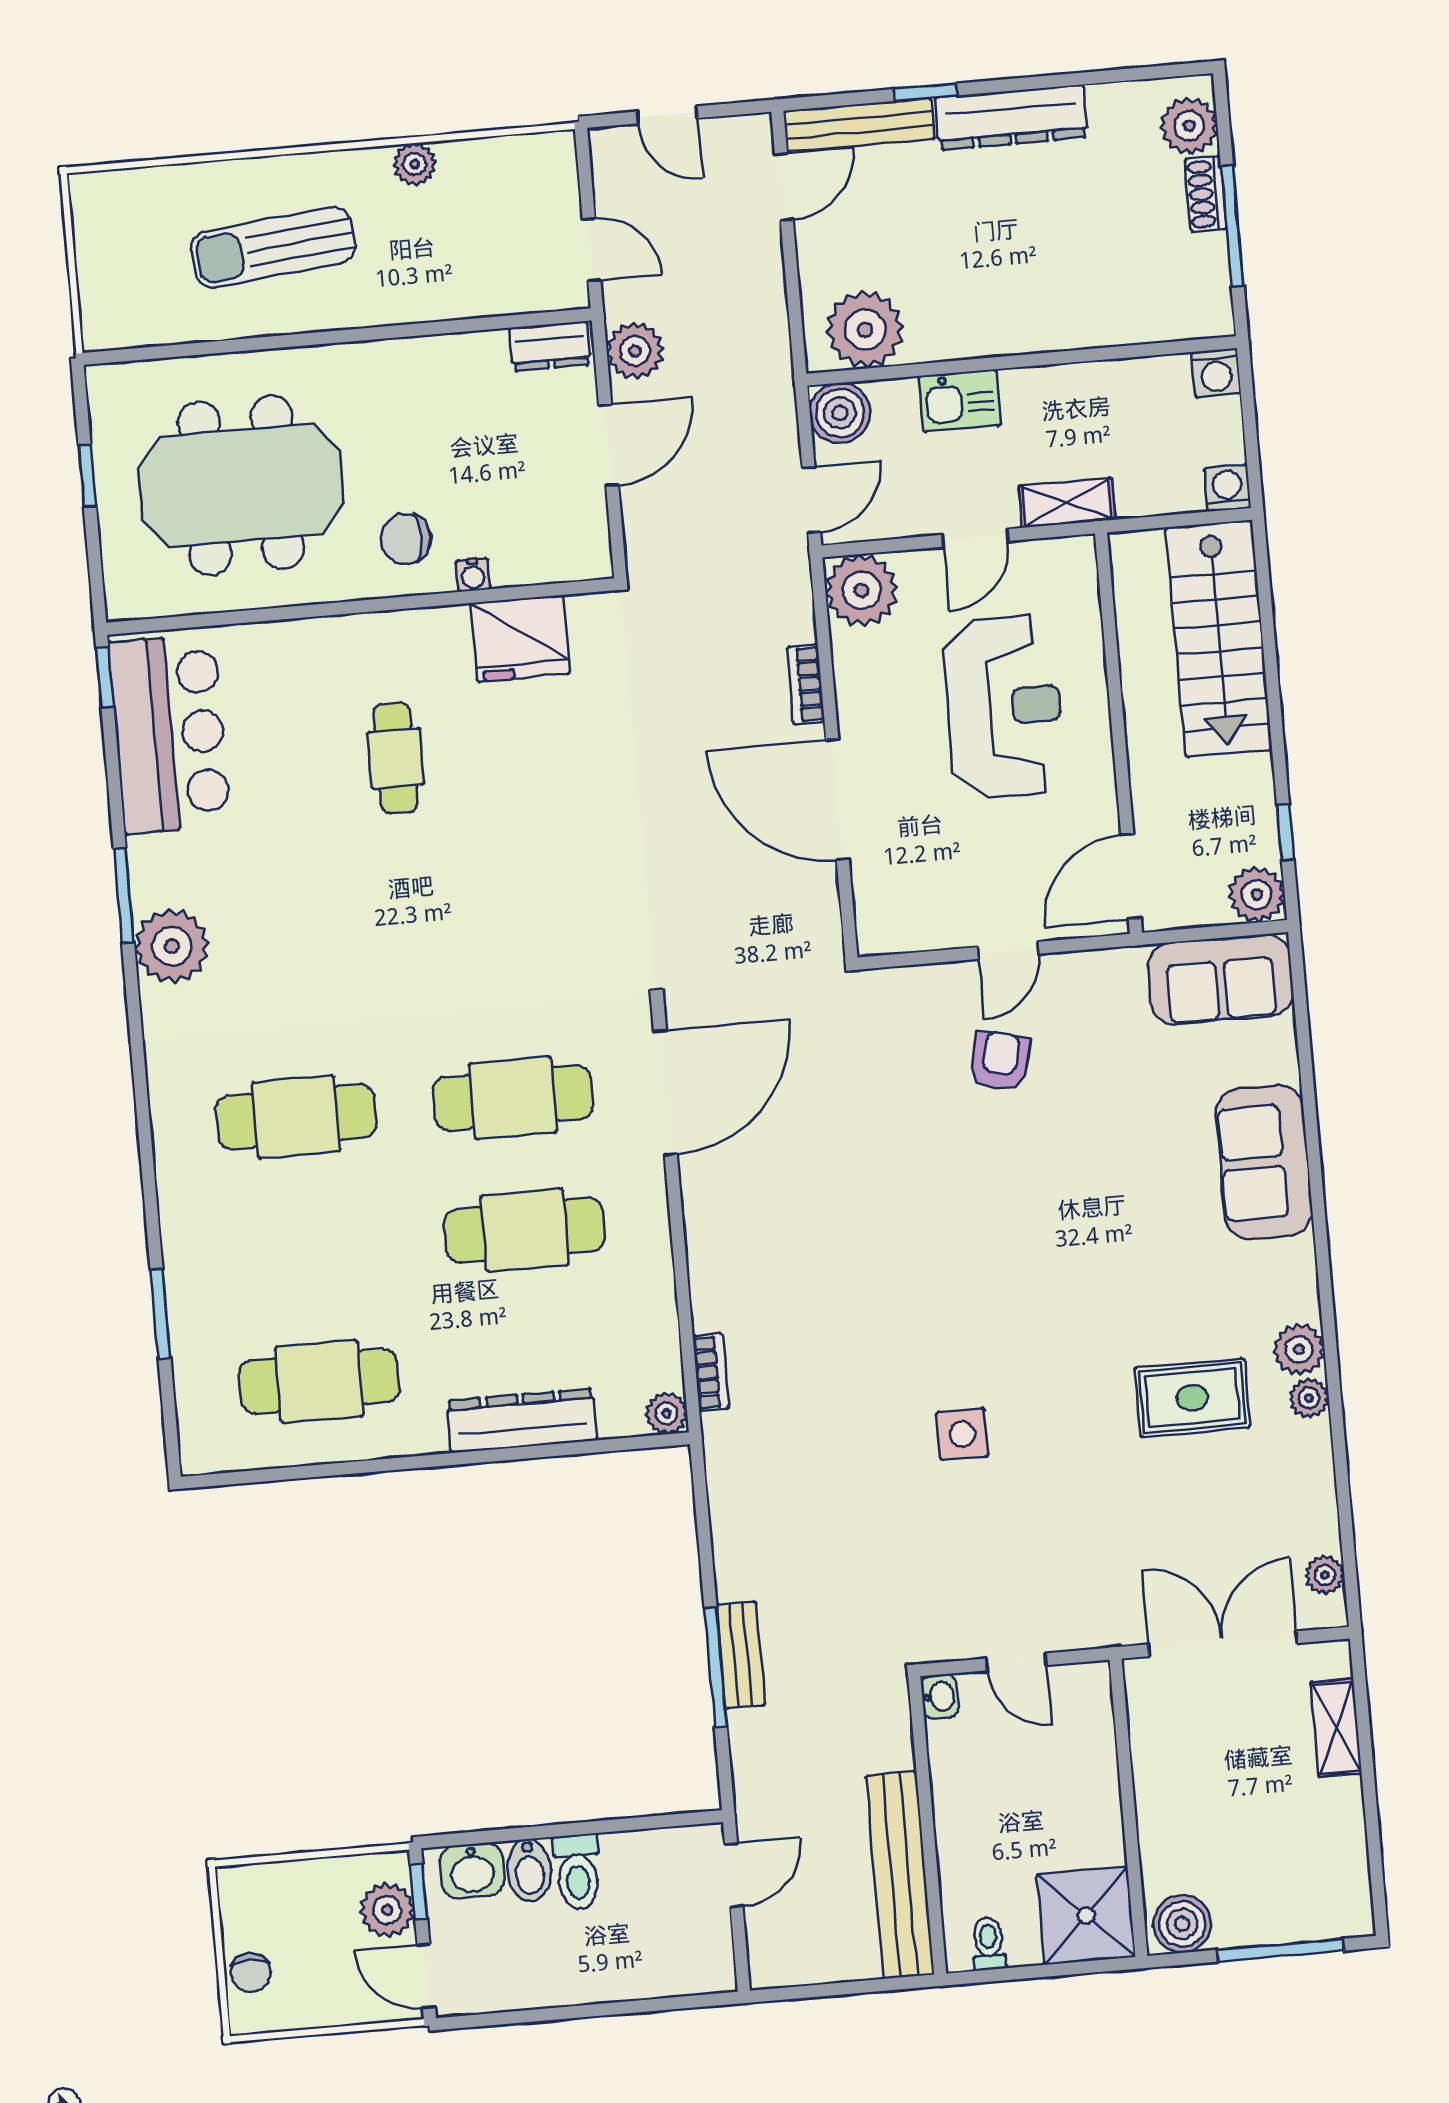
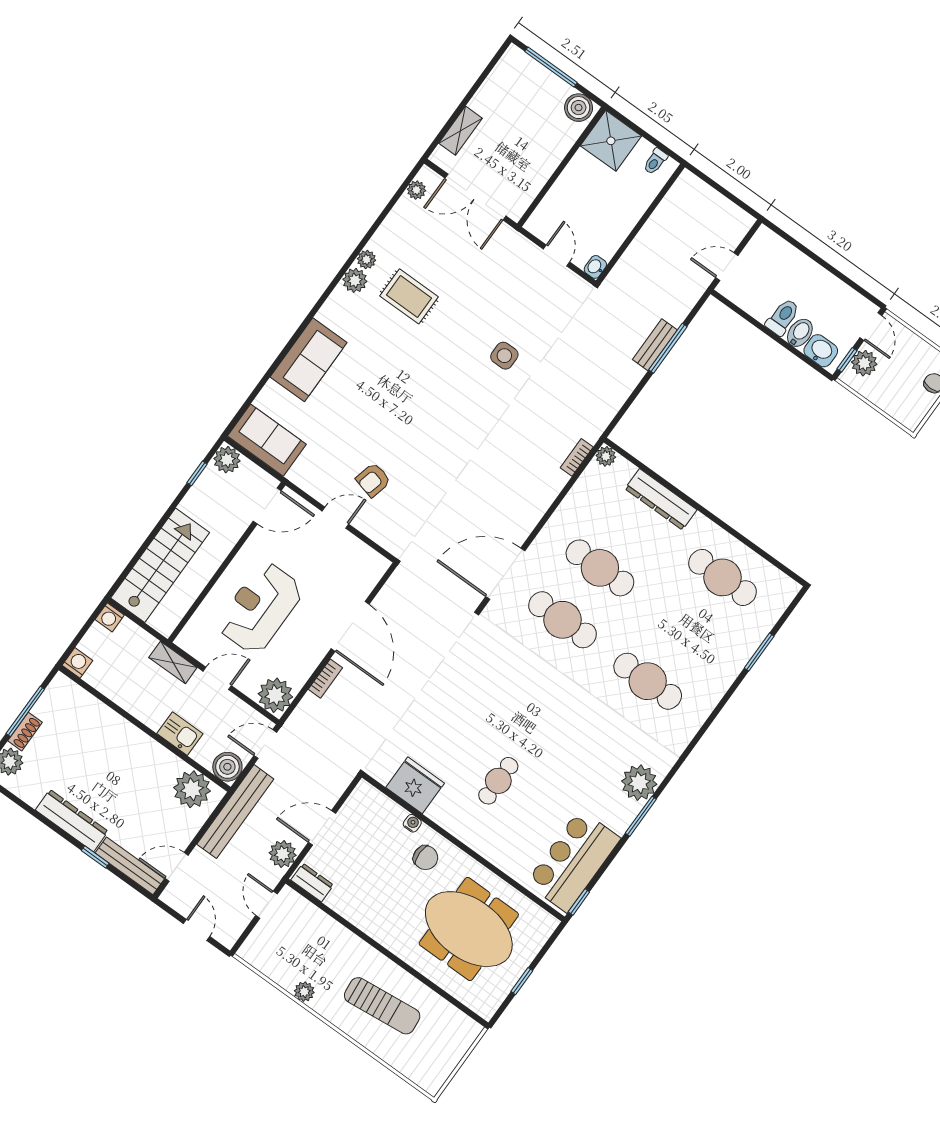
bench: (900, 1875) -> (235, 812), moved

